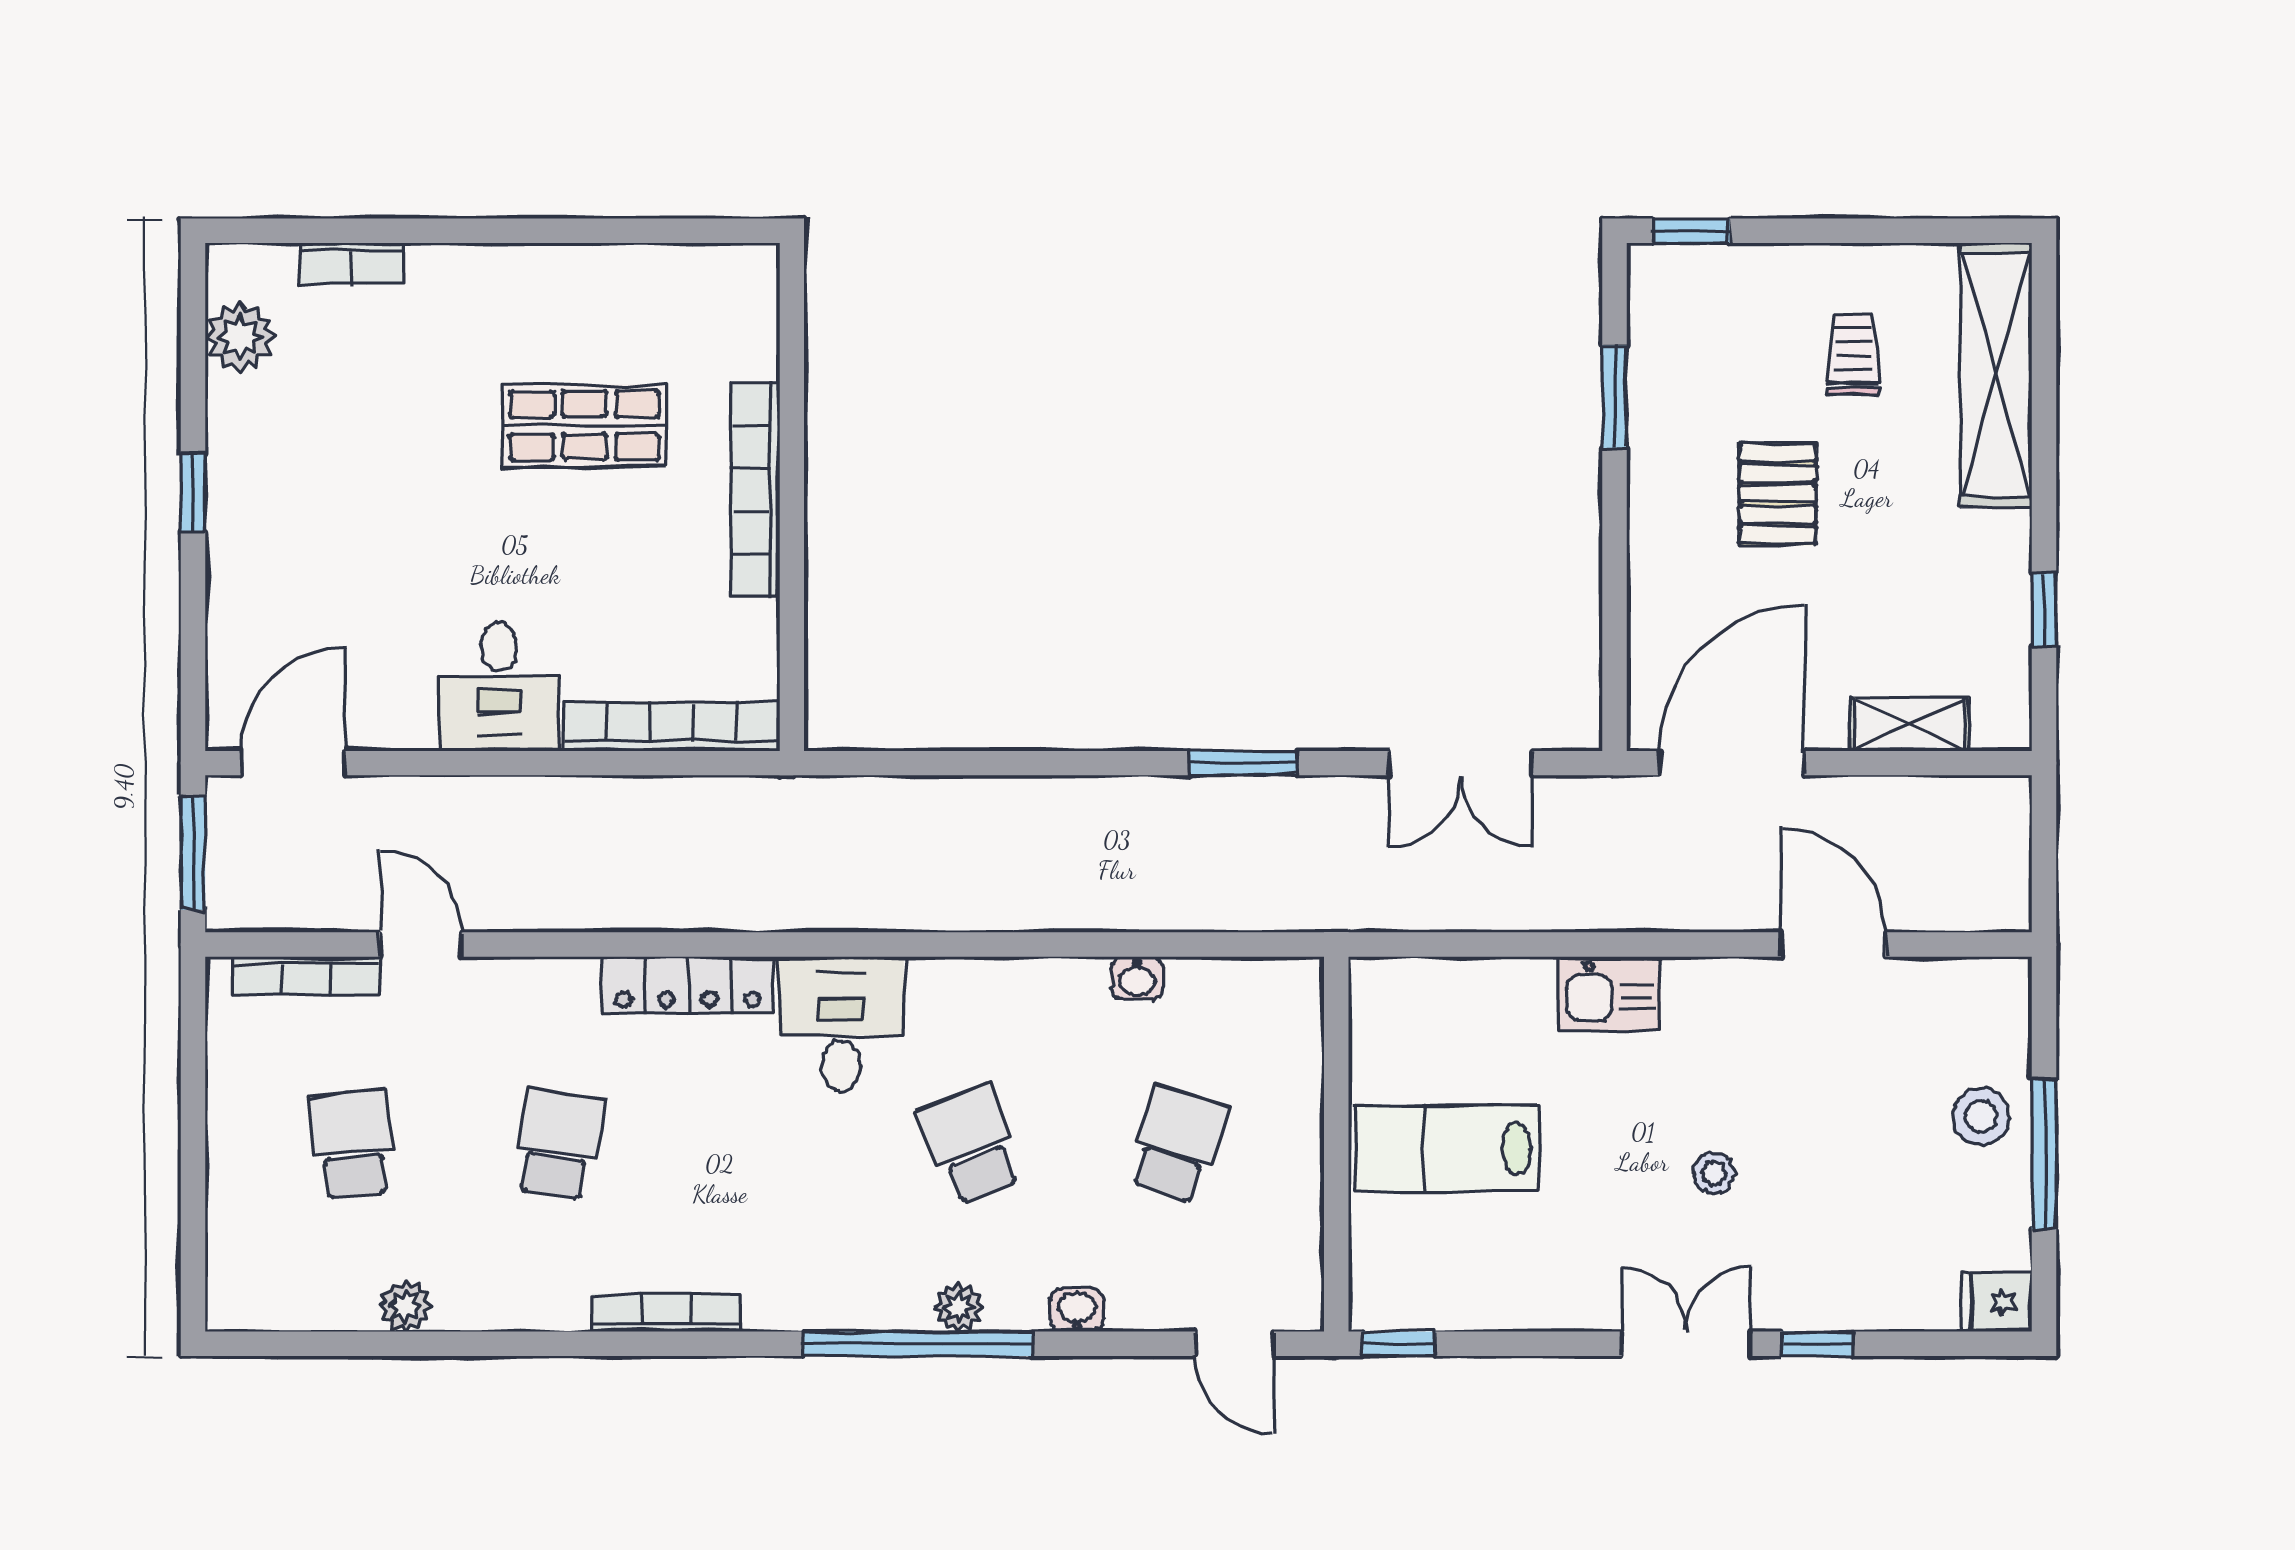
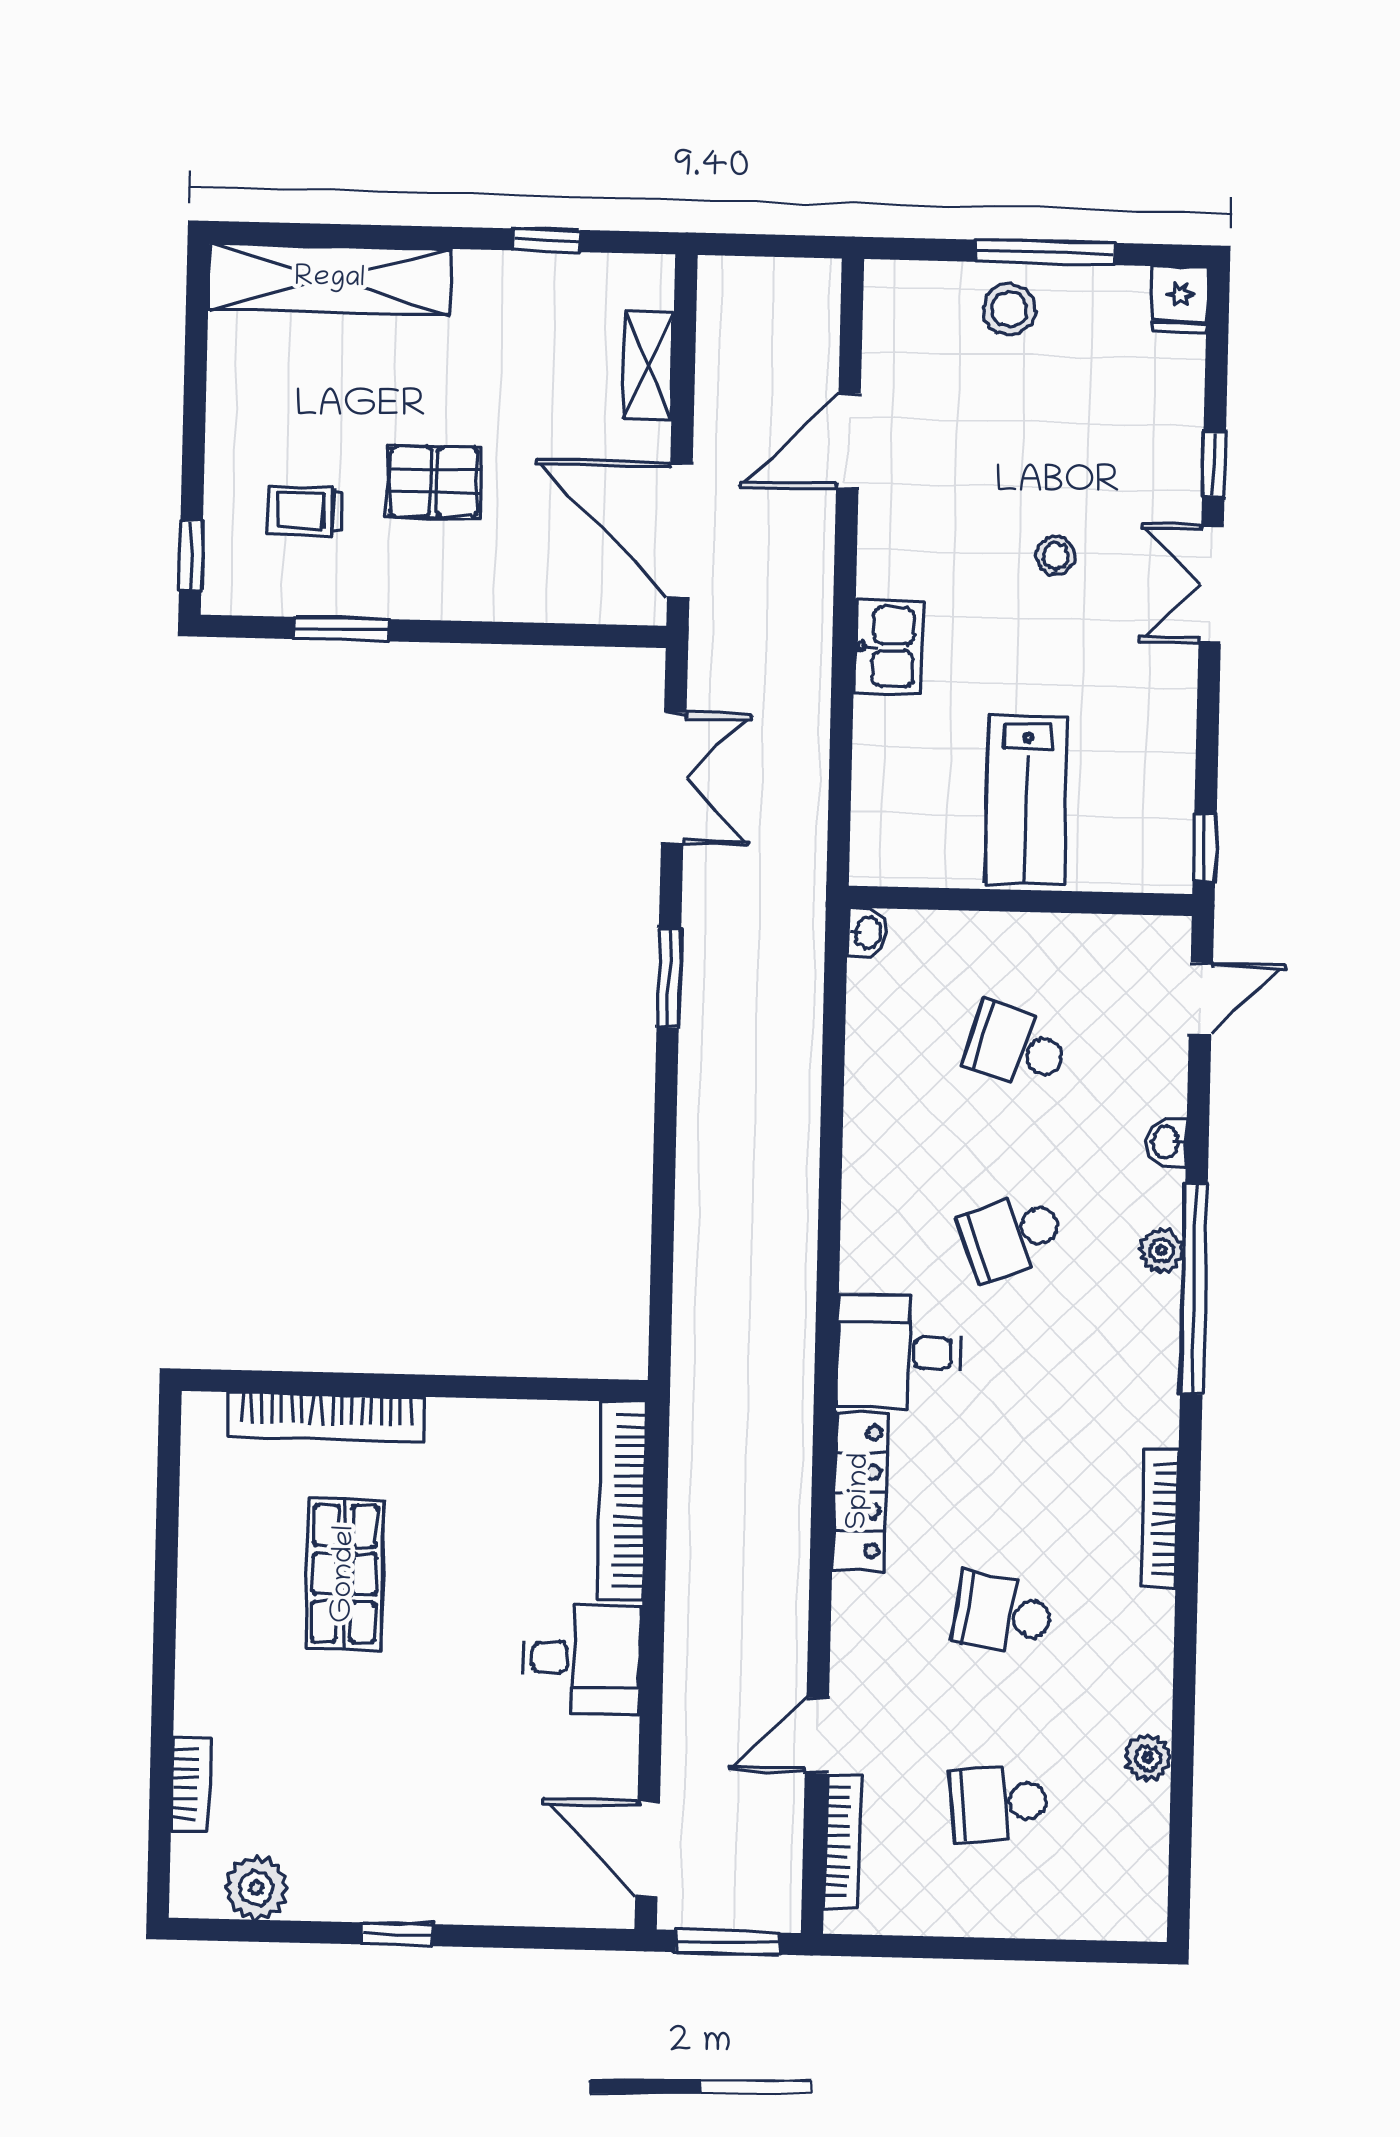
trolley: (1853, 354) -> (306, 511), moved
bookcase: (755, 490) -> (326, 1417), moved
washbasin: (1137, 978) -> (867, 933), moved

